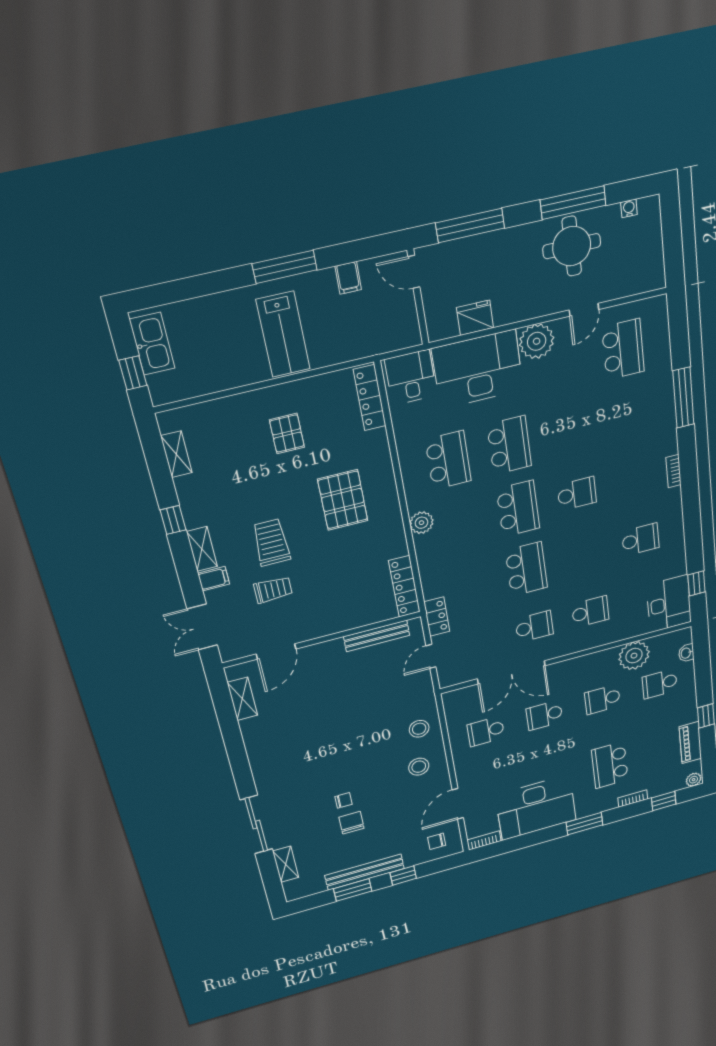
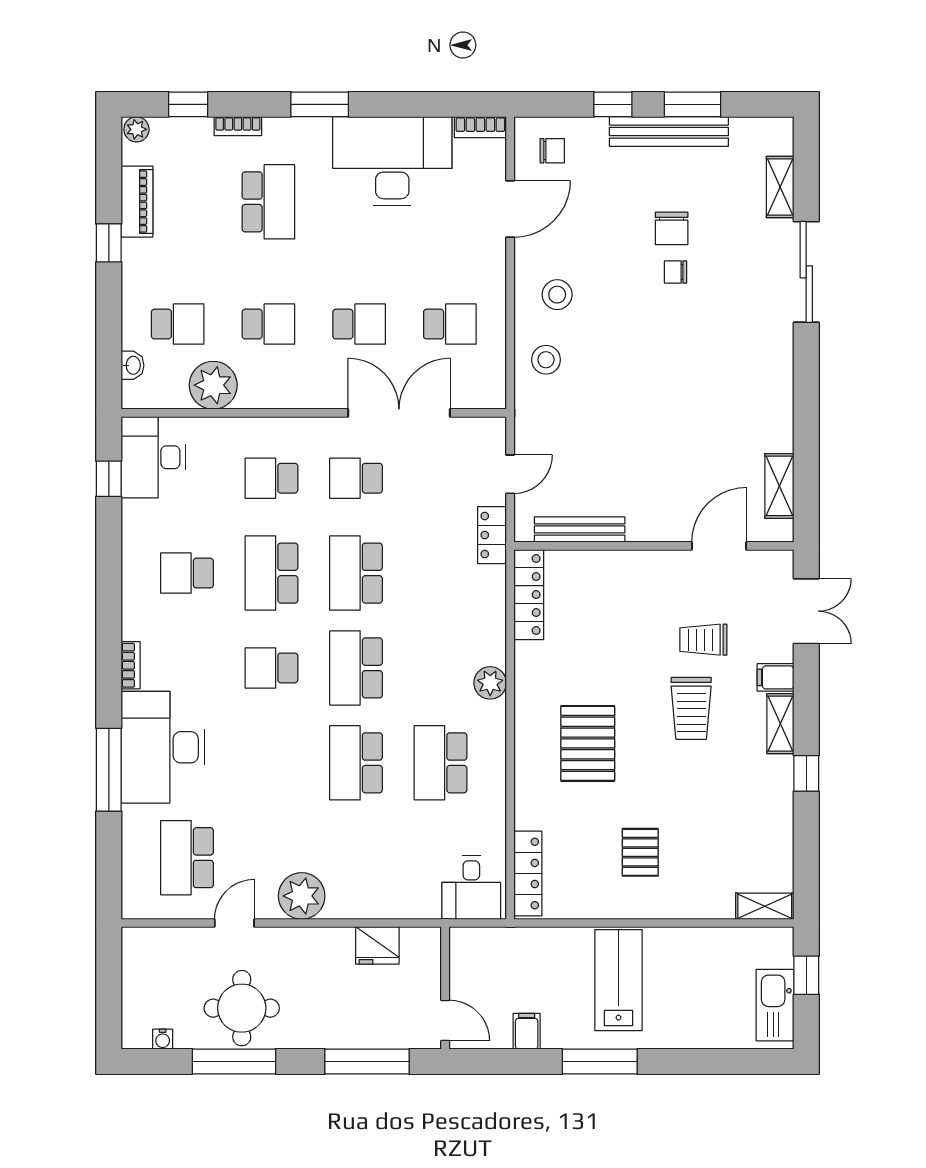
desk: (478, 369) -> (163, 747), moved, turned 90
shelving: (176, 454) -> (765, 906), moved, turned 90
school desk: (584, 554) -> (272, 573), added

